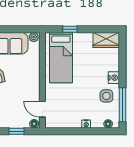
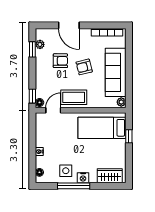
wardrobe: (106, 40) -> (110, 176), moved, turned 90
coffee table: (29, 87) -> (74, 97), added
window: (122, 105) -> (74, 186), moved
window: (16, 131) -> (32, 96), moved

